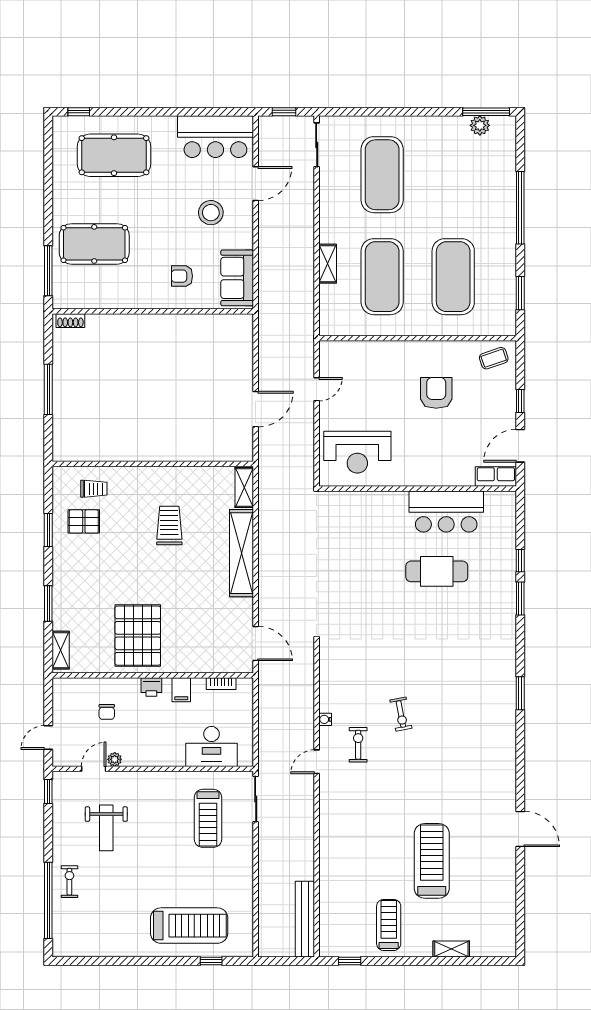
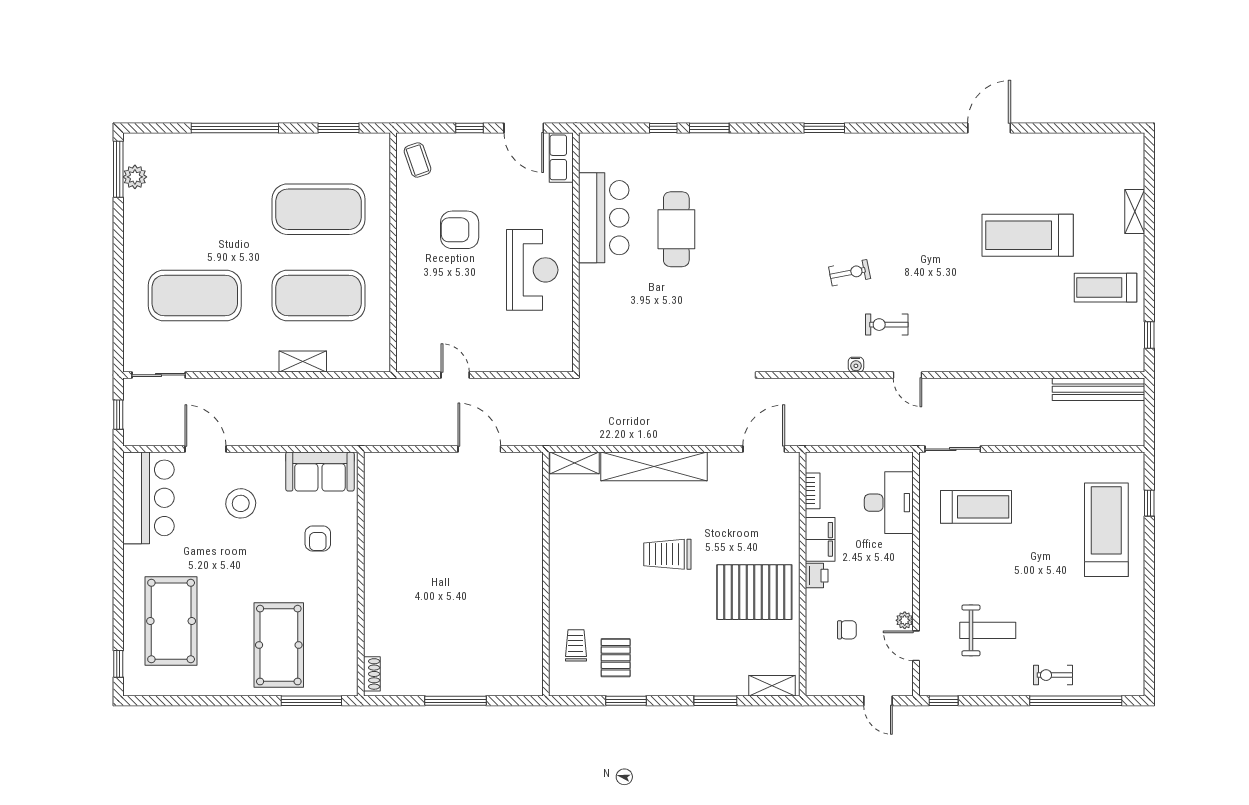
reception desk: (357, 452) -> (532, 270), moved
trolley: (169, 526) -> (667, 554), moved
filing cabinet: (181, 690) -> (820, 539), width x2.00

